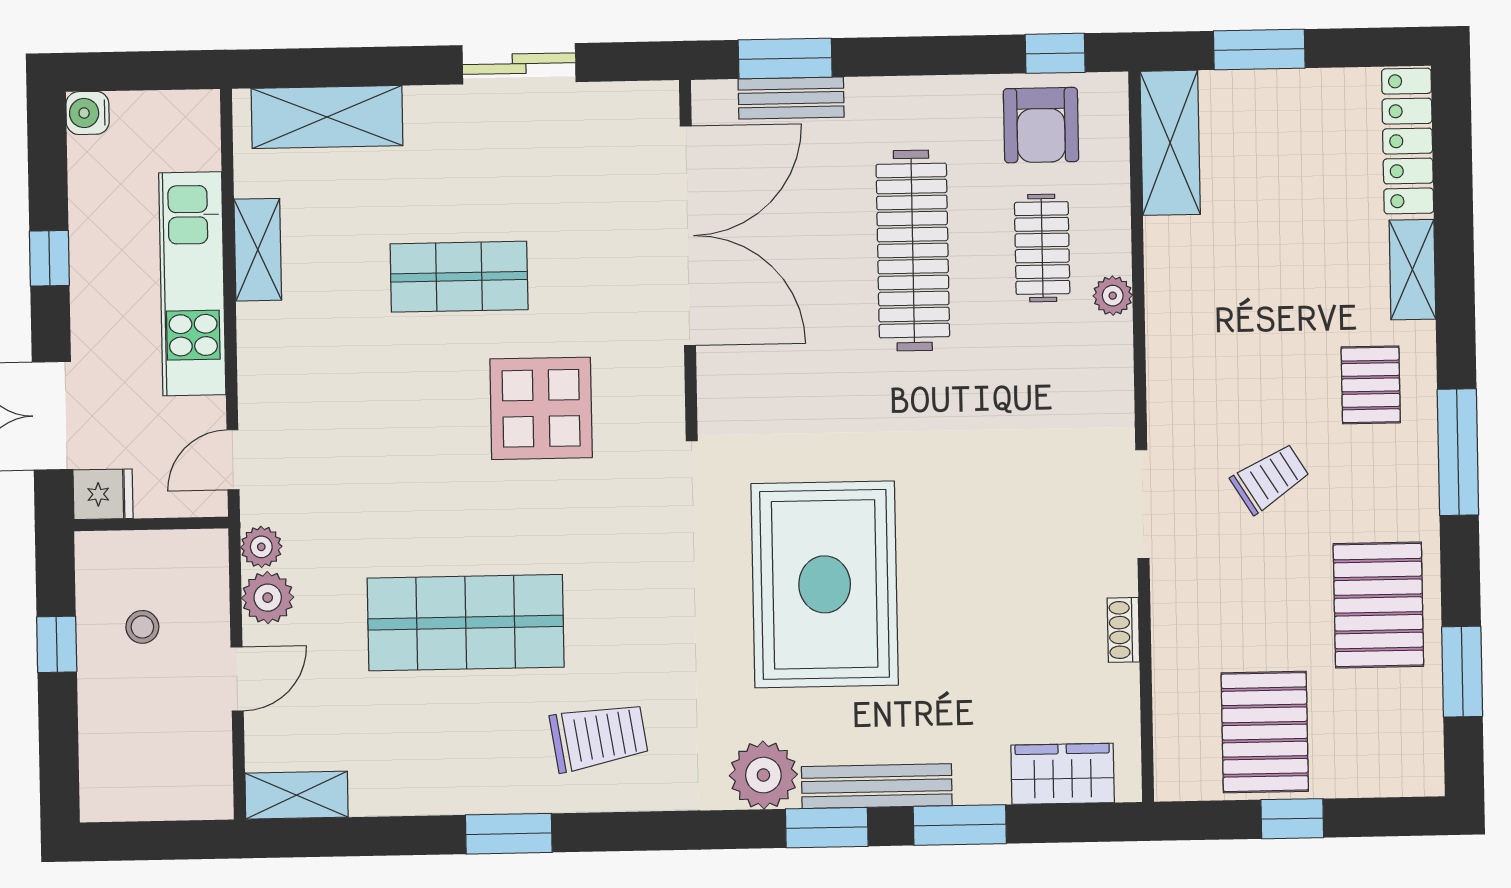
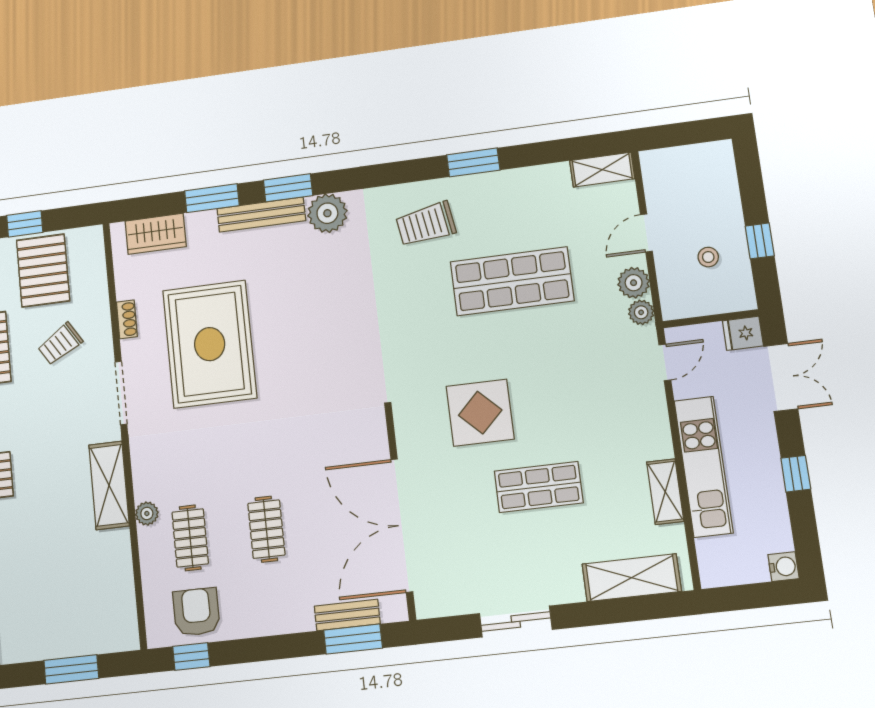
shelving: (1170, 143) -> (109, 485), moved
clothes rail: (913, 250) -> (266, 529), width x0.54, depth x0.76
trolley: (1270, 478) -> (60, 344), moved
rug: (825, 584) -> (210, 344), moved

